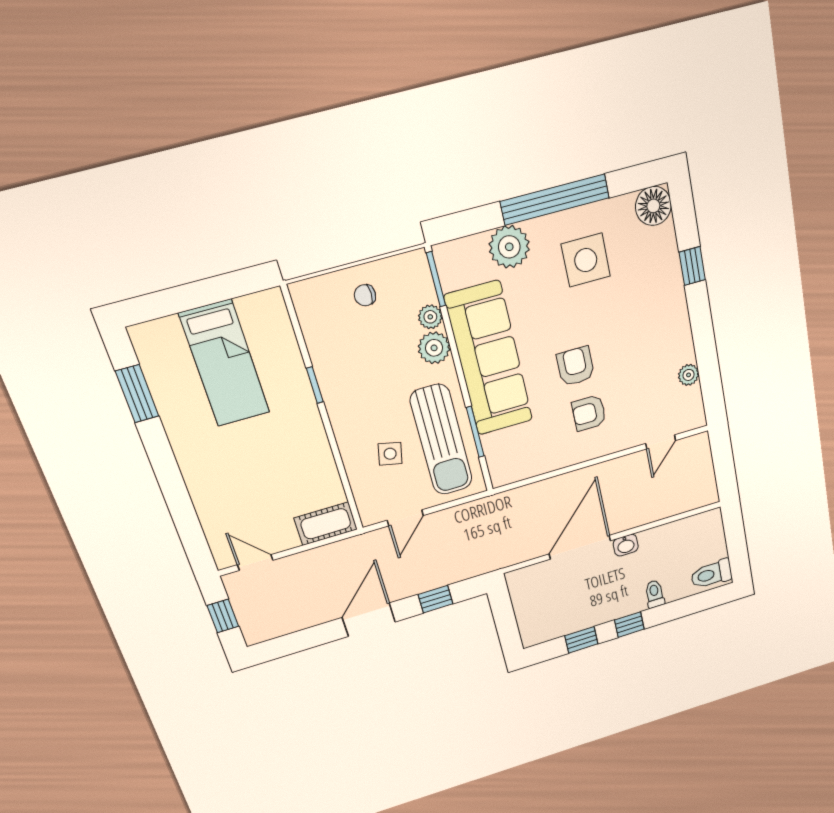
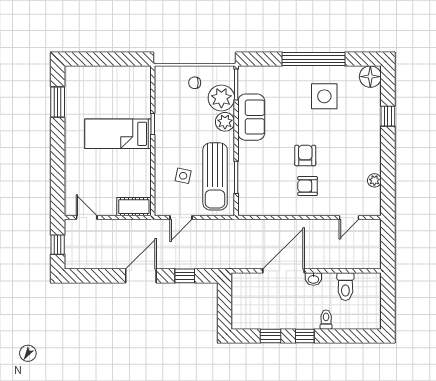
plant: (509, 247) -> (282, 78), removed
plant: (430, 317) -> (221, 98), width x1.88, depth x1.88
sofa: (489, 359) -> (251, 117), width x0.54, depth x0.79
bed: (225, 364) -> (118, 134), moved, turned 90
toilet: (711, 574) -> (345, 287), moved, turned -90

